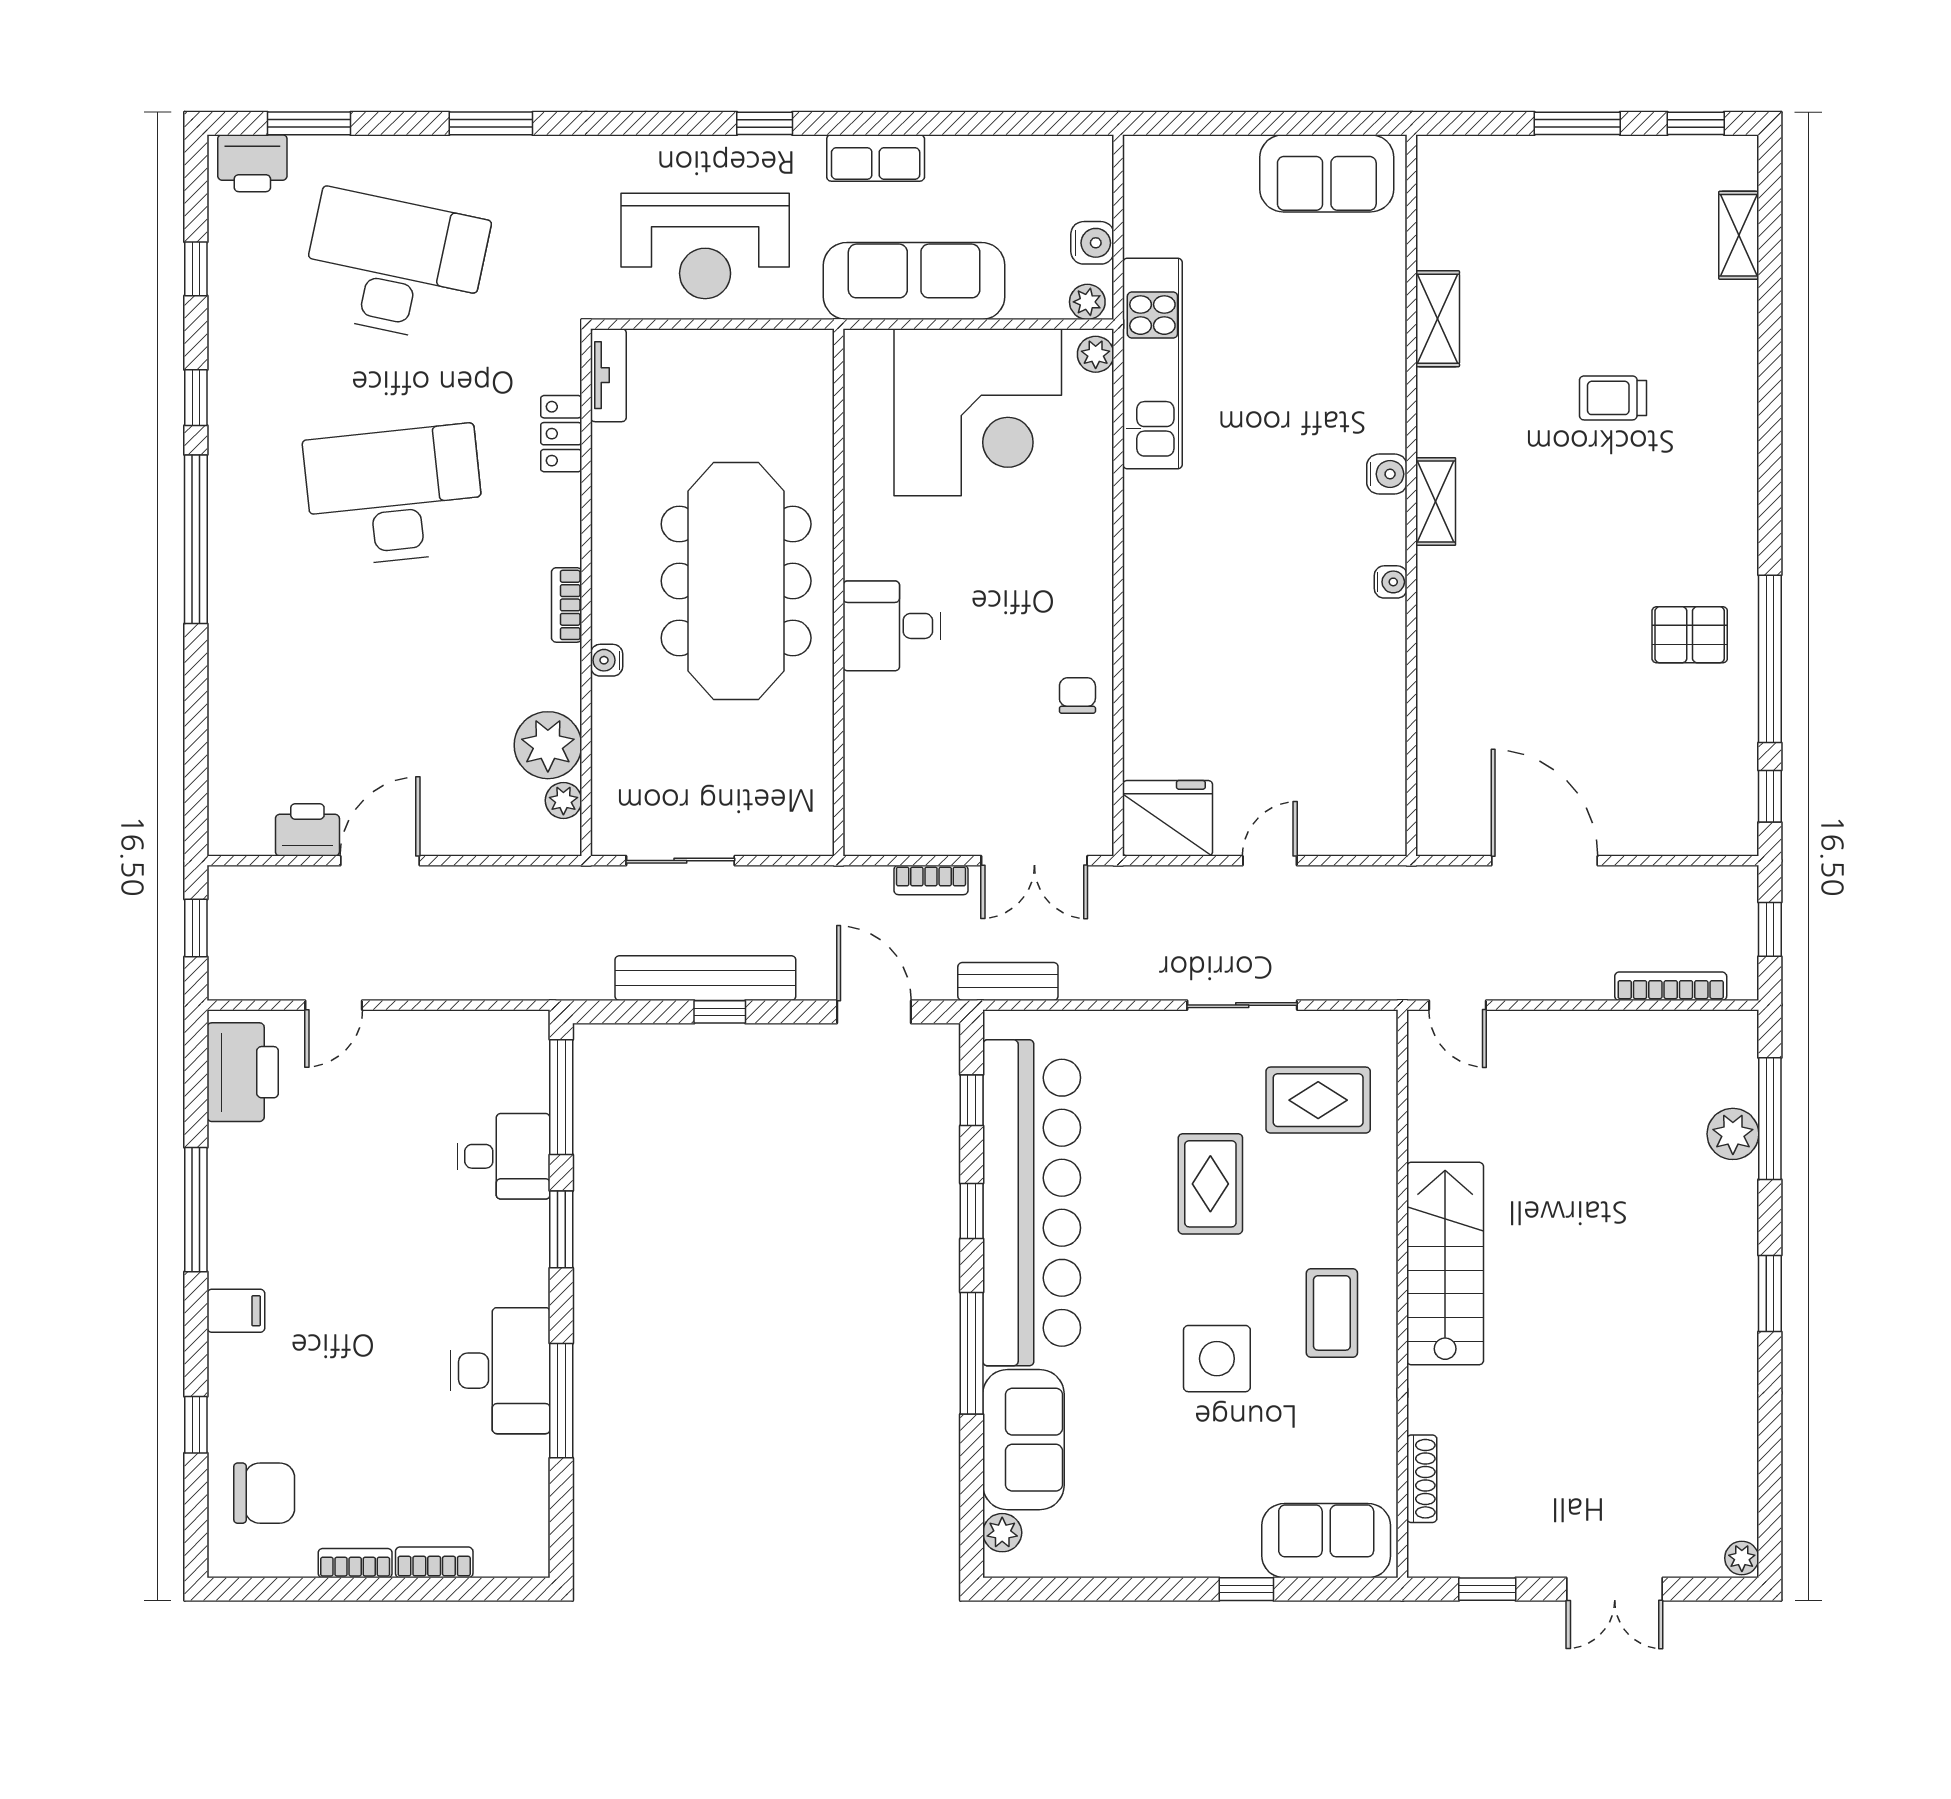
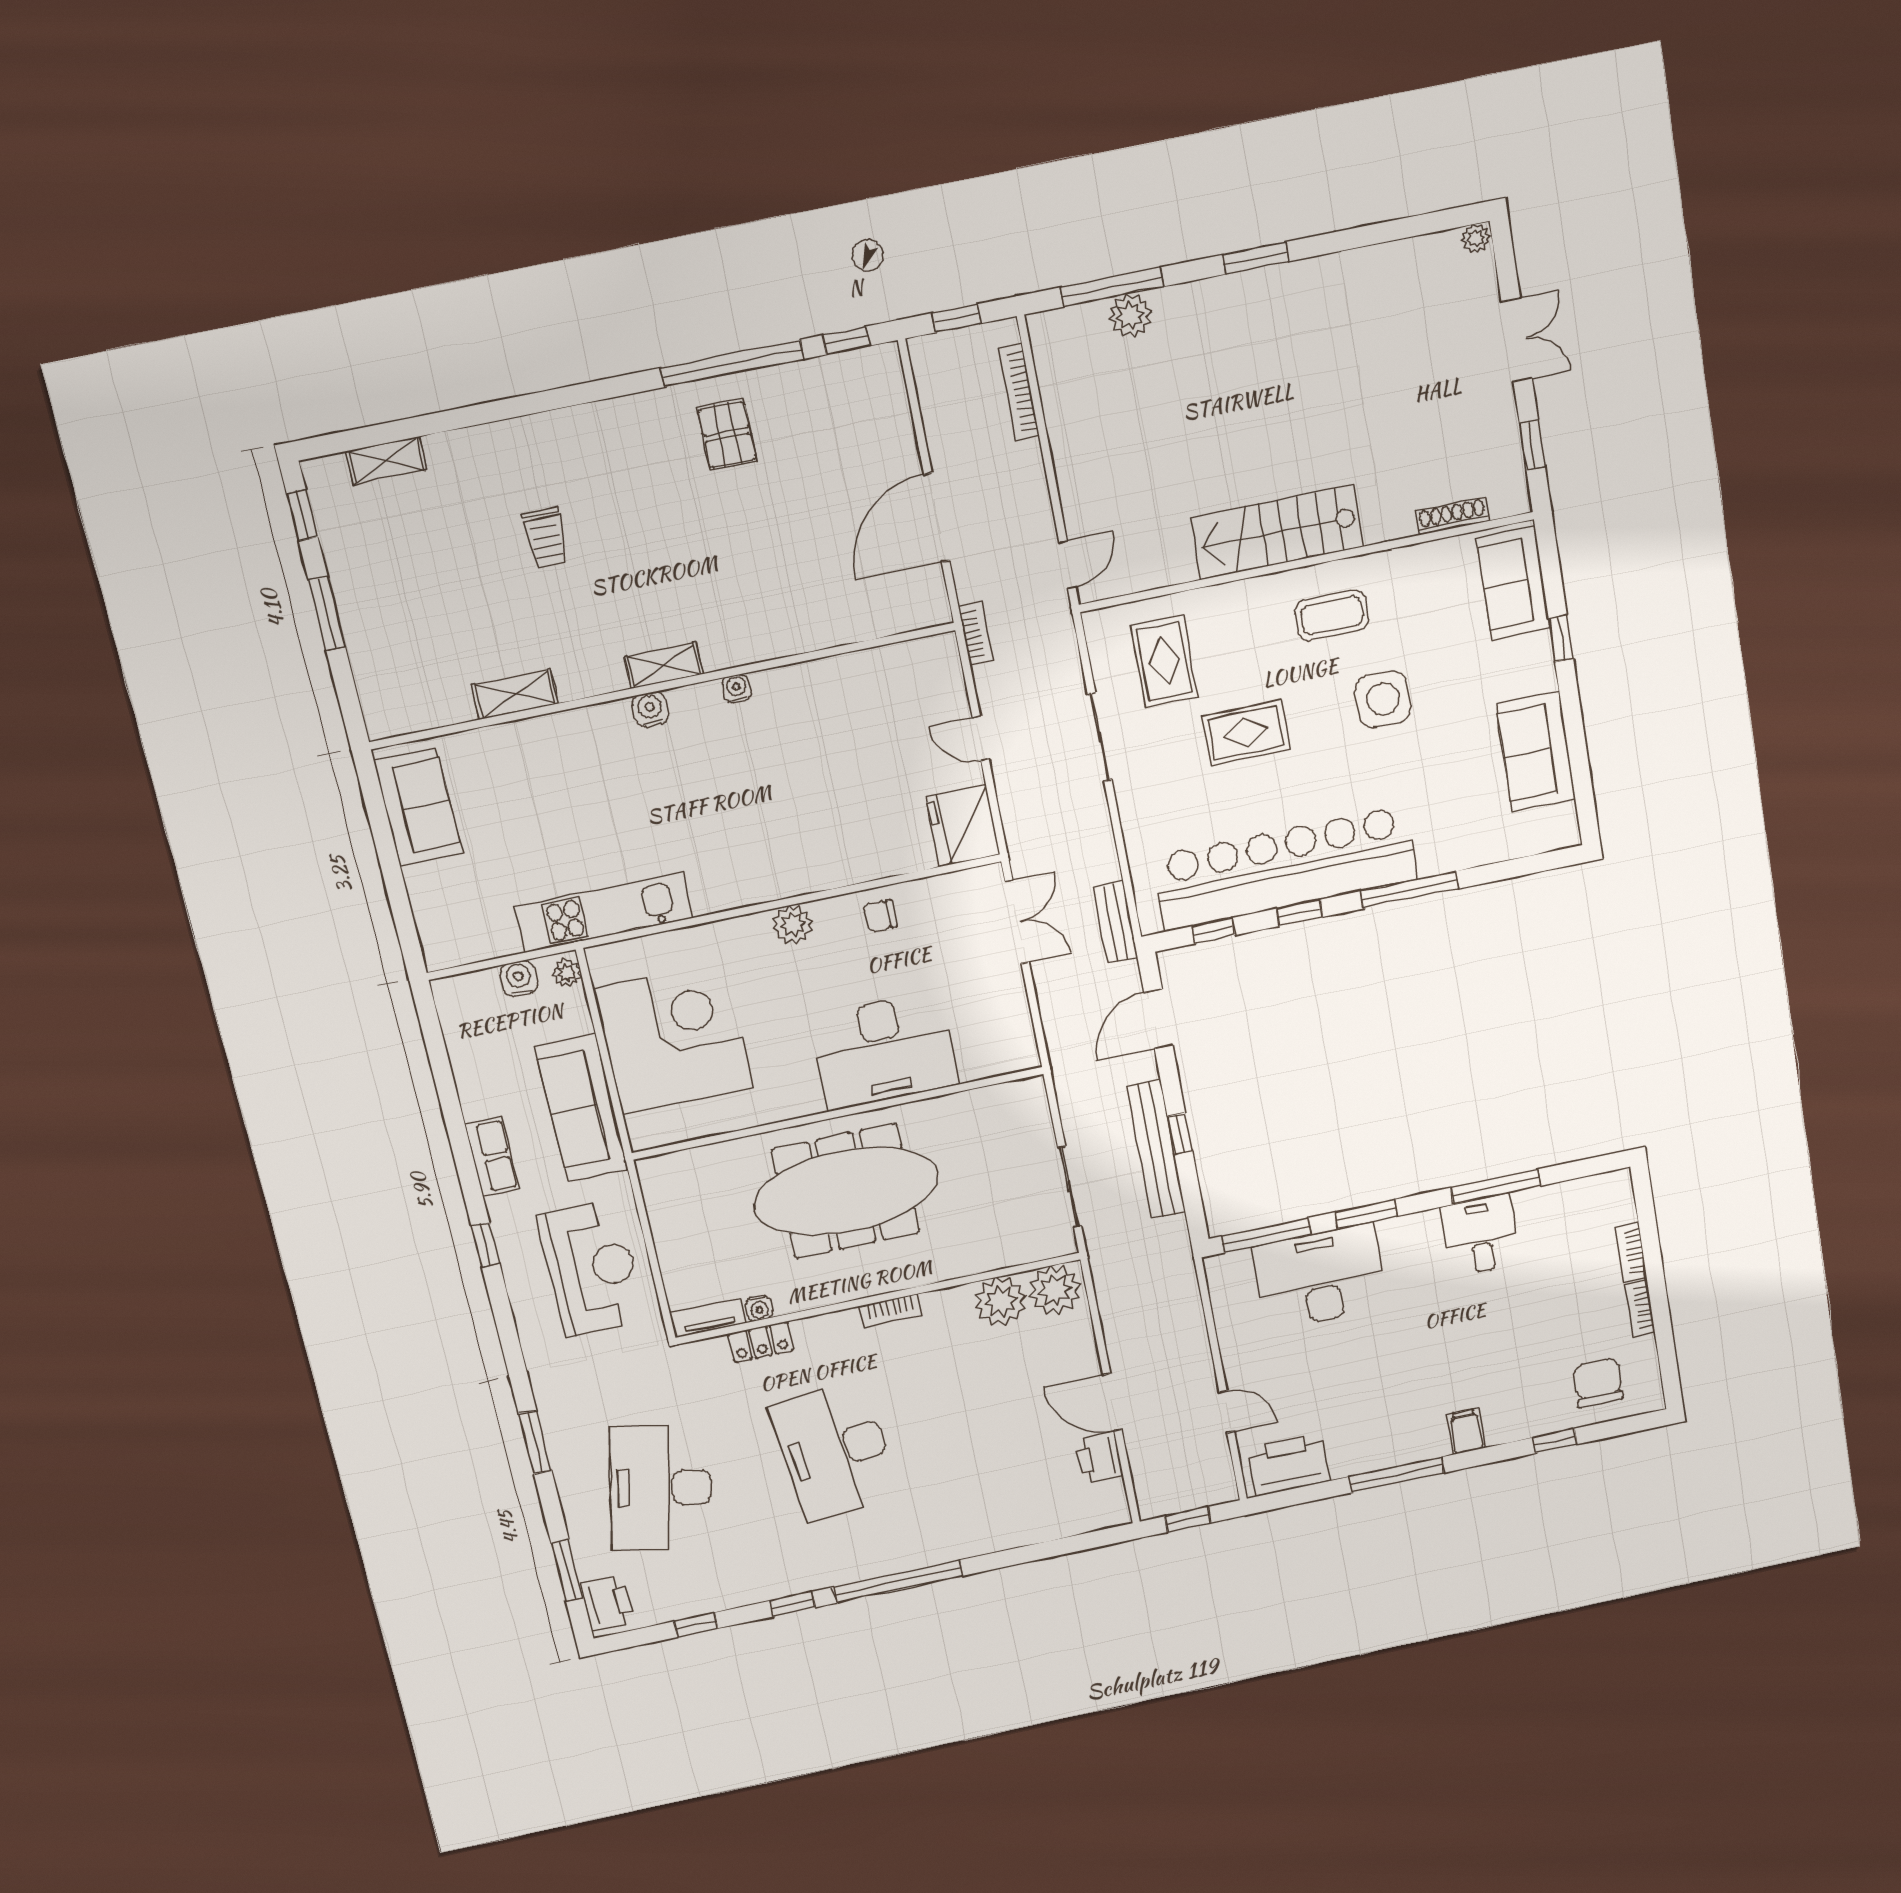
plant: (1096, 354) -> (793, 925), moved, width x1.38, depth x1.38
desk: (892, 626) -> (884, 1051), width x1.87, depth x1.30
water cooler: (607, 660) -> (759, 1308), moved
plant: (563, 800) -> (1055, 1290), width x1.88, depth x1.88
bookcase: (931, 880) -> (976, 633), moved
desk: (504, 1156) -> (1320, 1277), width x1.87, depth x1.30
desk: (500, 1371) -> (1480, 1235), width x0.73
sofa: (1023, 1440) -> (1536, 751), moved, turned -90
plant: (1002, 1533) -> (1545, 838), removed

